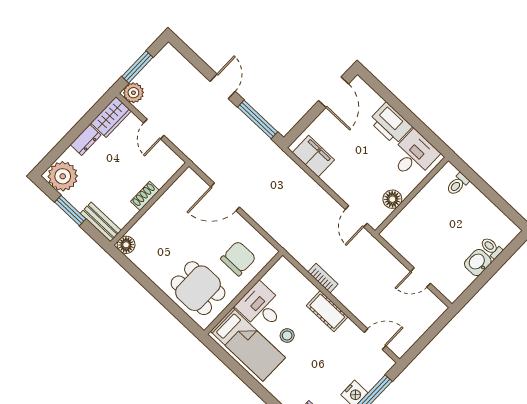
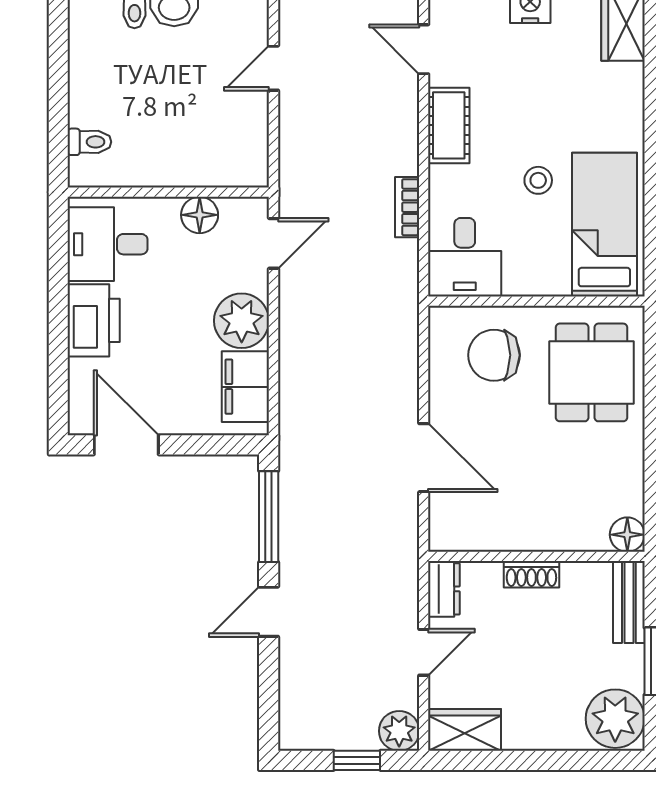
window: (137, 67) -> (357, 760), width x0.67
door: (333, 92) -> (126, 445), hinge flipped
dresser: (86, 140) -> (444, 589), moved, turned 90
plant: (339, 178) -> (242, 321), added
door: (421, 277) -> (273, 68), swing flipped
desk: (261, 307) -> (465, 257), moved
cot: (327, 311) -> (449, 125), moved

